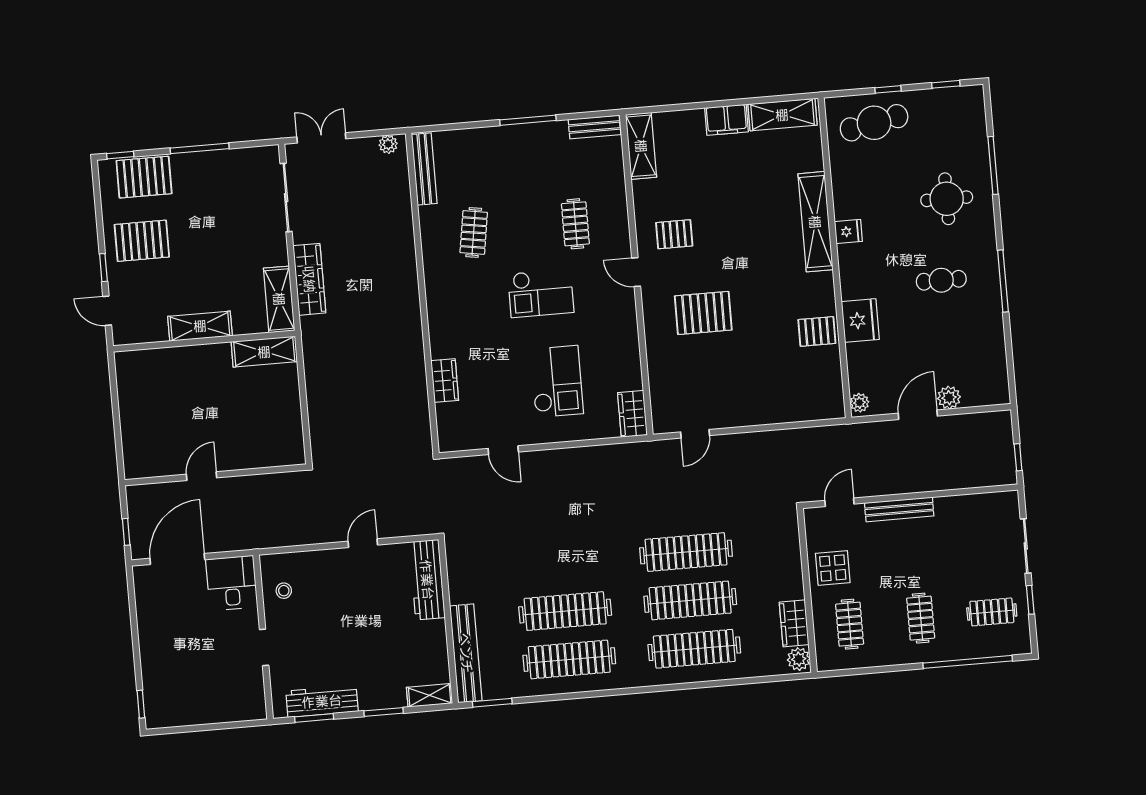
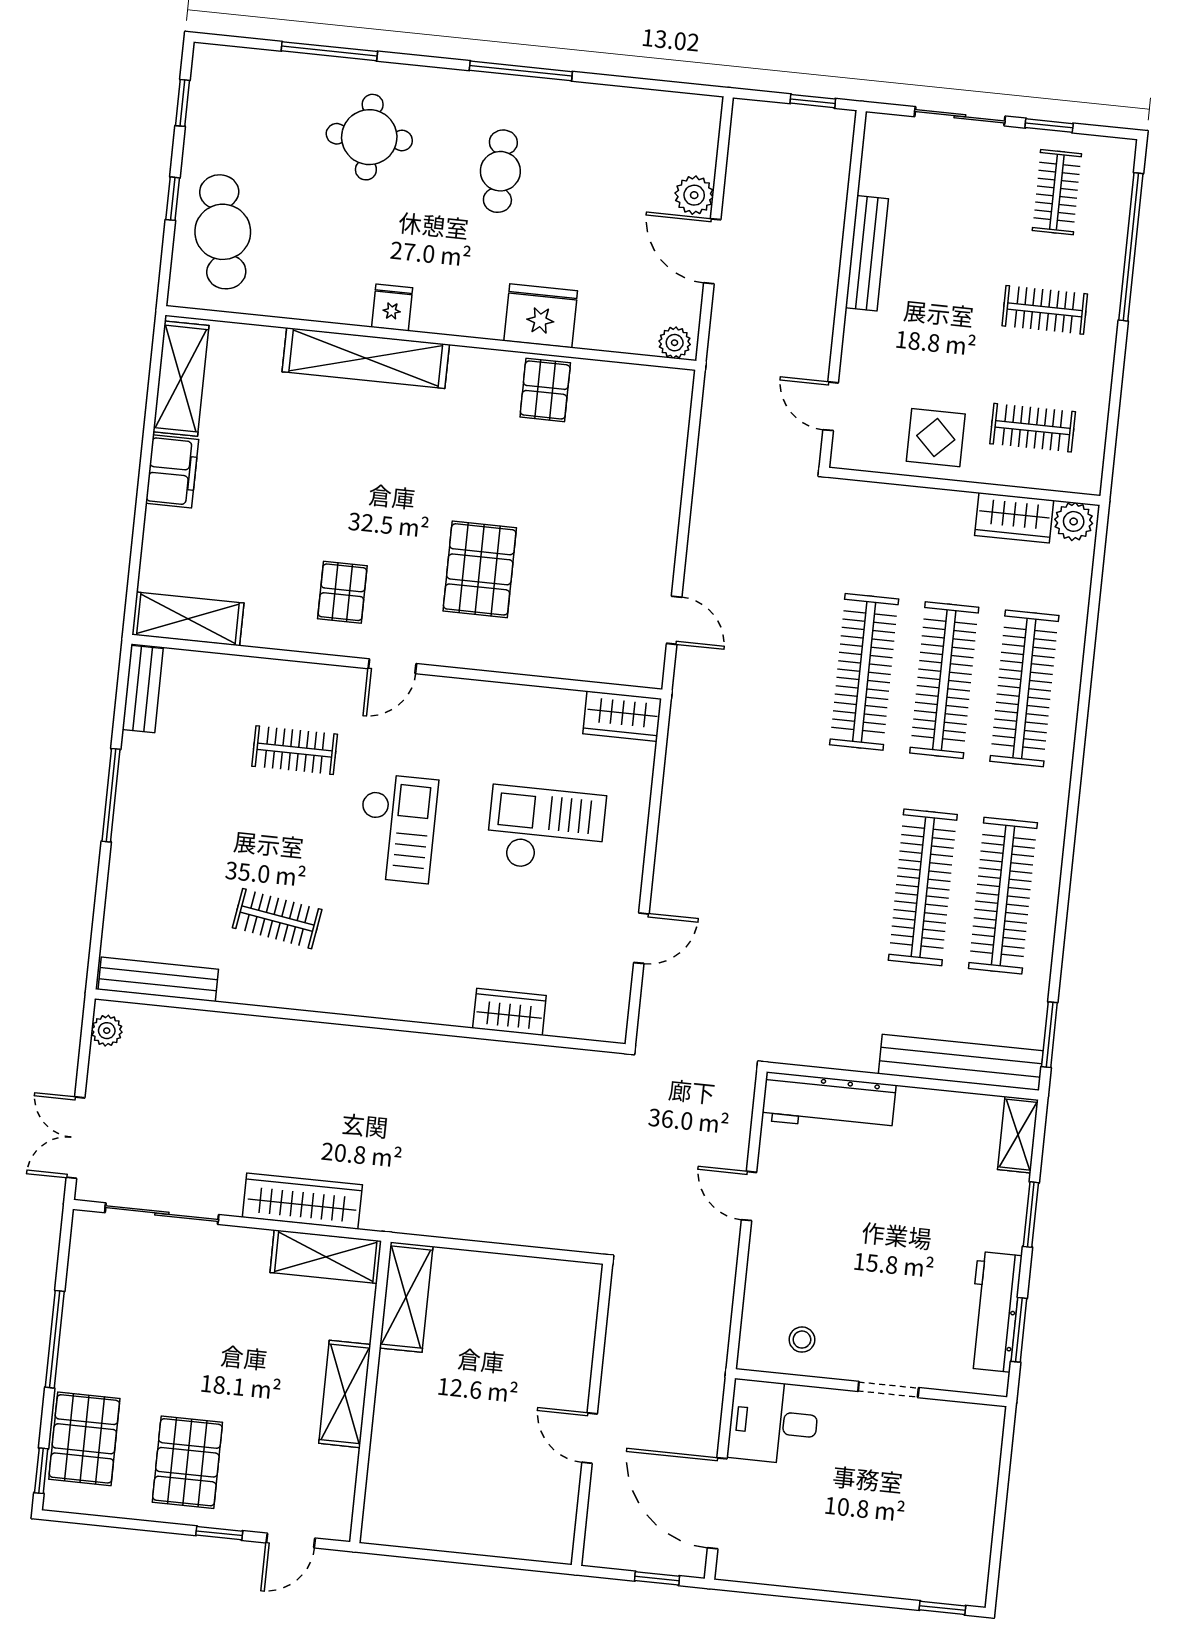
bench: (899, 509) -> (867, 253), moved

